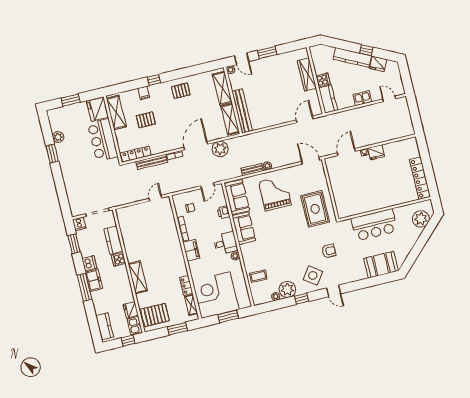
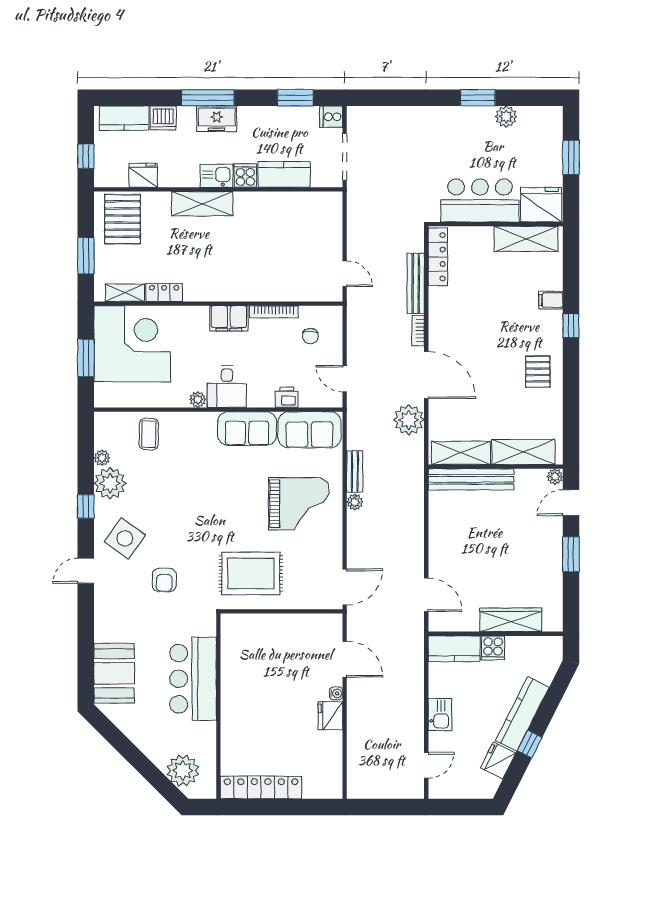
pallet: (146, 120) -> (499, 292), removed
dishwasher: (89, 263) -> (163, 118), moved
kitchen sink: (135, 326) -> (216, 176), moved

